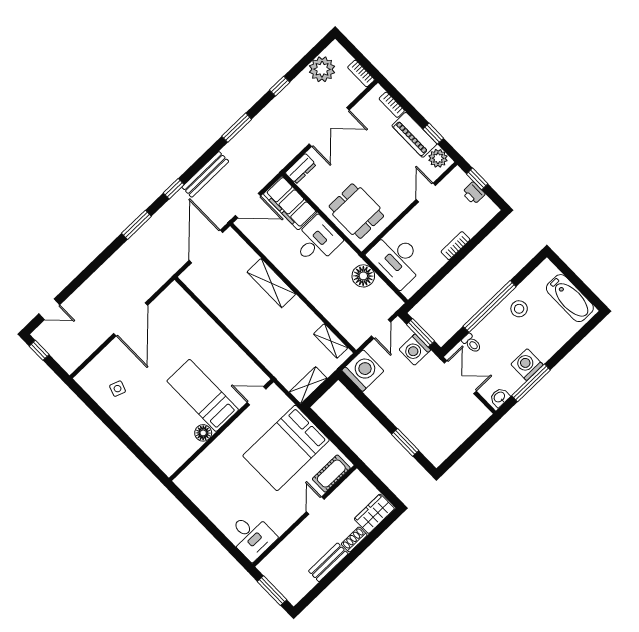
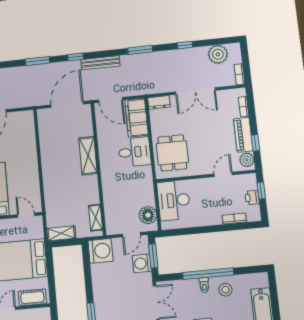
bookcase: (455, 246) -> (234, 219), moved
floor lamp: (363, 276) -> (148, 215), moved
toilet: (472, 343) -> (204, 285), moved

